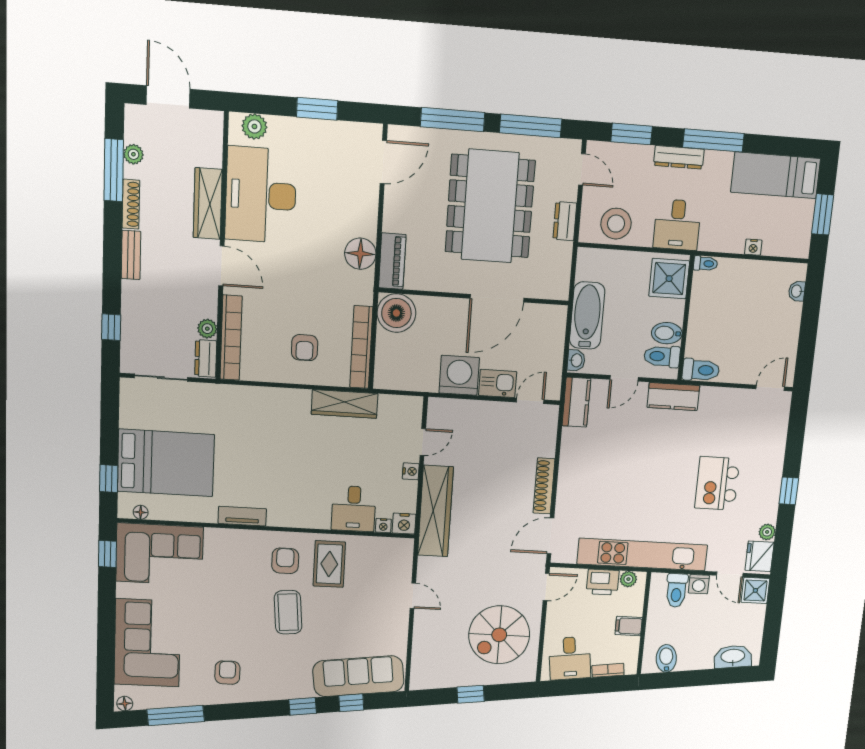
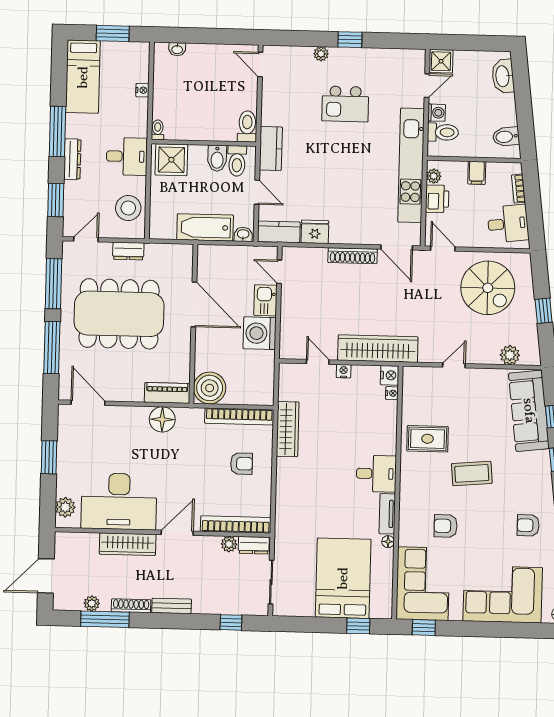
desk: (354, 509) -> (376, 474), moved
floor lamp: (141, 512) -> (388, 542), moved
plant: (767, 532) -> (321, 54), moved
fridge: (760, 556) -> (315, 232), moved, turned 180
armchair: (285, 561) -> (446, 526), moved
plant: (422, 657) -> (510, 355), added

